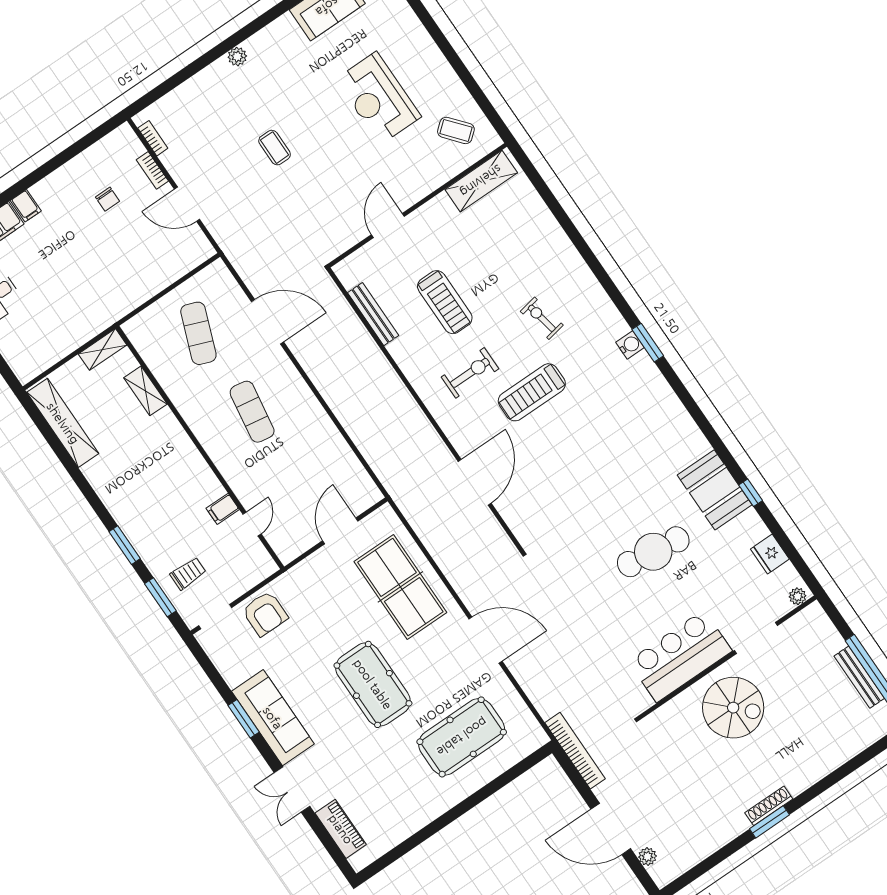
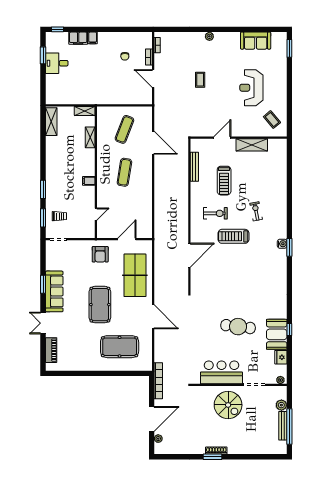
shelving: (481, 181) -> (252, 145), moved
shelving: (63, 423) -> (51, 122), width x0.68
booth: (715, 490) -> (277, 334), moved
filing cabinet: (223, 509) -> (89, 181), moved
armchair: (265, 614) -> (100, 254), moved
plant: (831, 641) -> (281, 405), added
door: (611, 829) -> (152, 419), swing flipped

